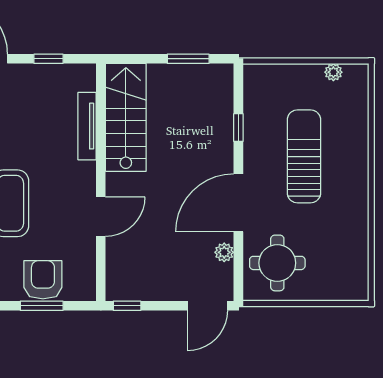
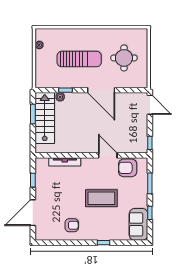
stairs: (126, 117) -> (45, 118), moved, turned 90
sun lounger: (304, 156) -> (79, 59), turned 180
plant: (224, 252) -> (60, 97), moved
round table: (277, 263) -> (124, 58), moved
armchair: (43, 280) -> (128, 168), moved

